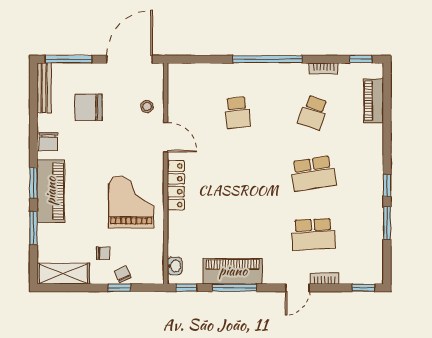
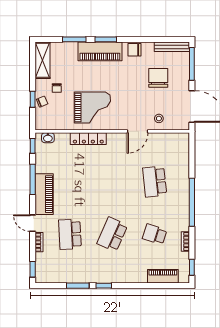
school desk: (238, 113) -> (155, 182), width x1.85
school desk: (313, 173) -> (112, 234), turned 33
locker: (176, 185) -> (88, 139), moved
piano: (233, 271) -> (44, 194), moved

